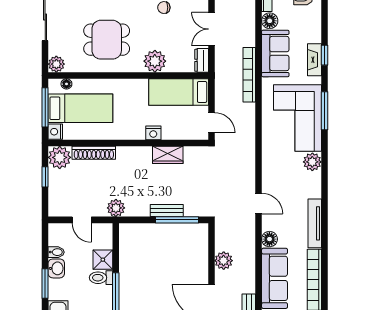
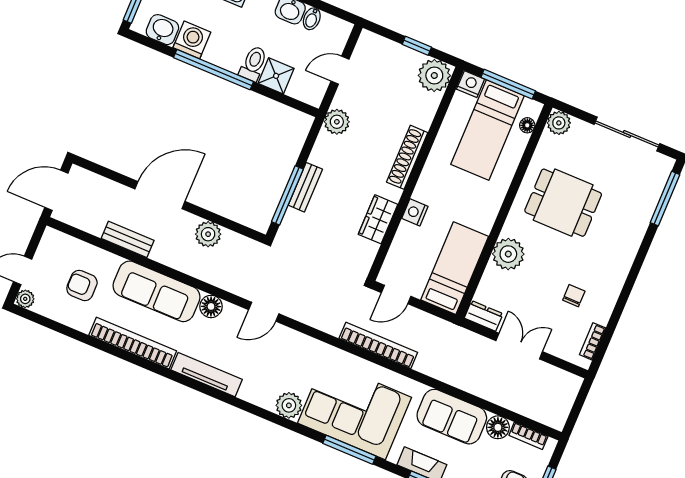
dining table: (107, 40) -> (563, 203), turned 90
bookcase: (249, 75) -> (378, 345), moved
shoe rack: (94, 153) -> (407, 157), moved

